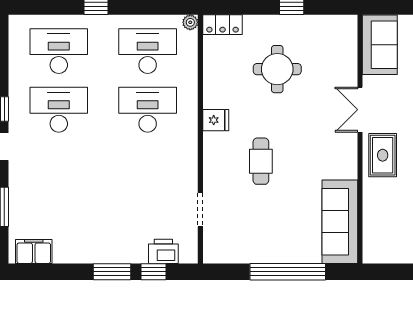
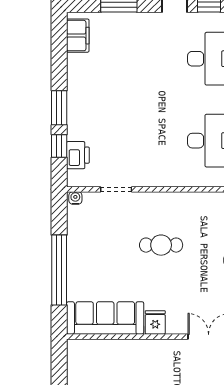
fridge: (216, 120) -> (155, 322), moved, turned 180
rug: (383, 155) -> (167, 357), removed
water cooler: (210, 254) -> (75, 198), added

